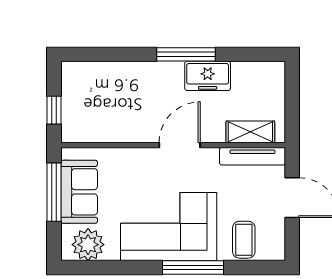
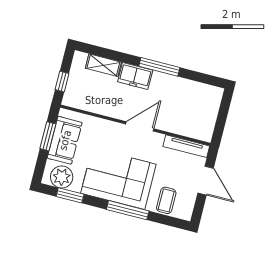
freezer: (208, 76) -> (135, 76), moved
shelving: (250, 132) -> (103, 65), moved
window: (54, 192) -> (48, 136), width x0.69
window: (107, 267) -> (70, 195), added

